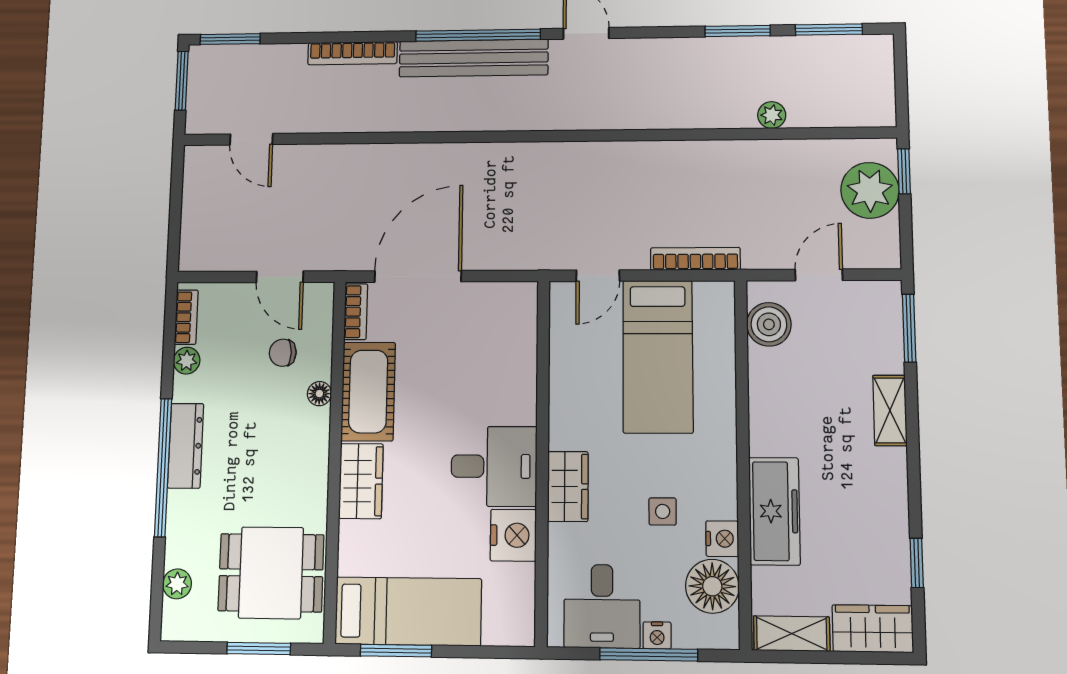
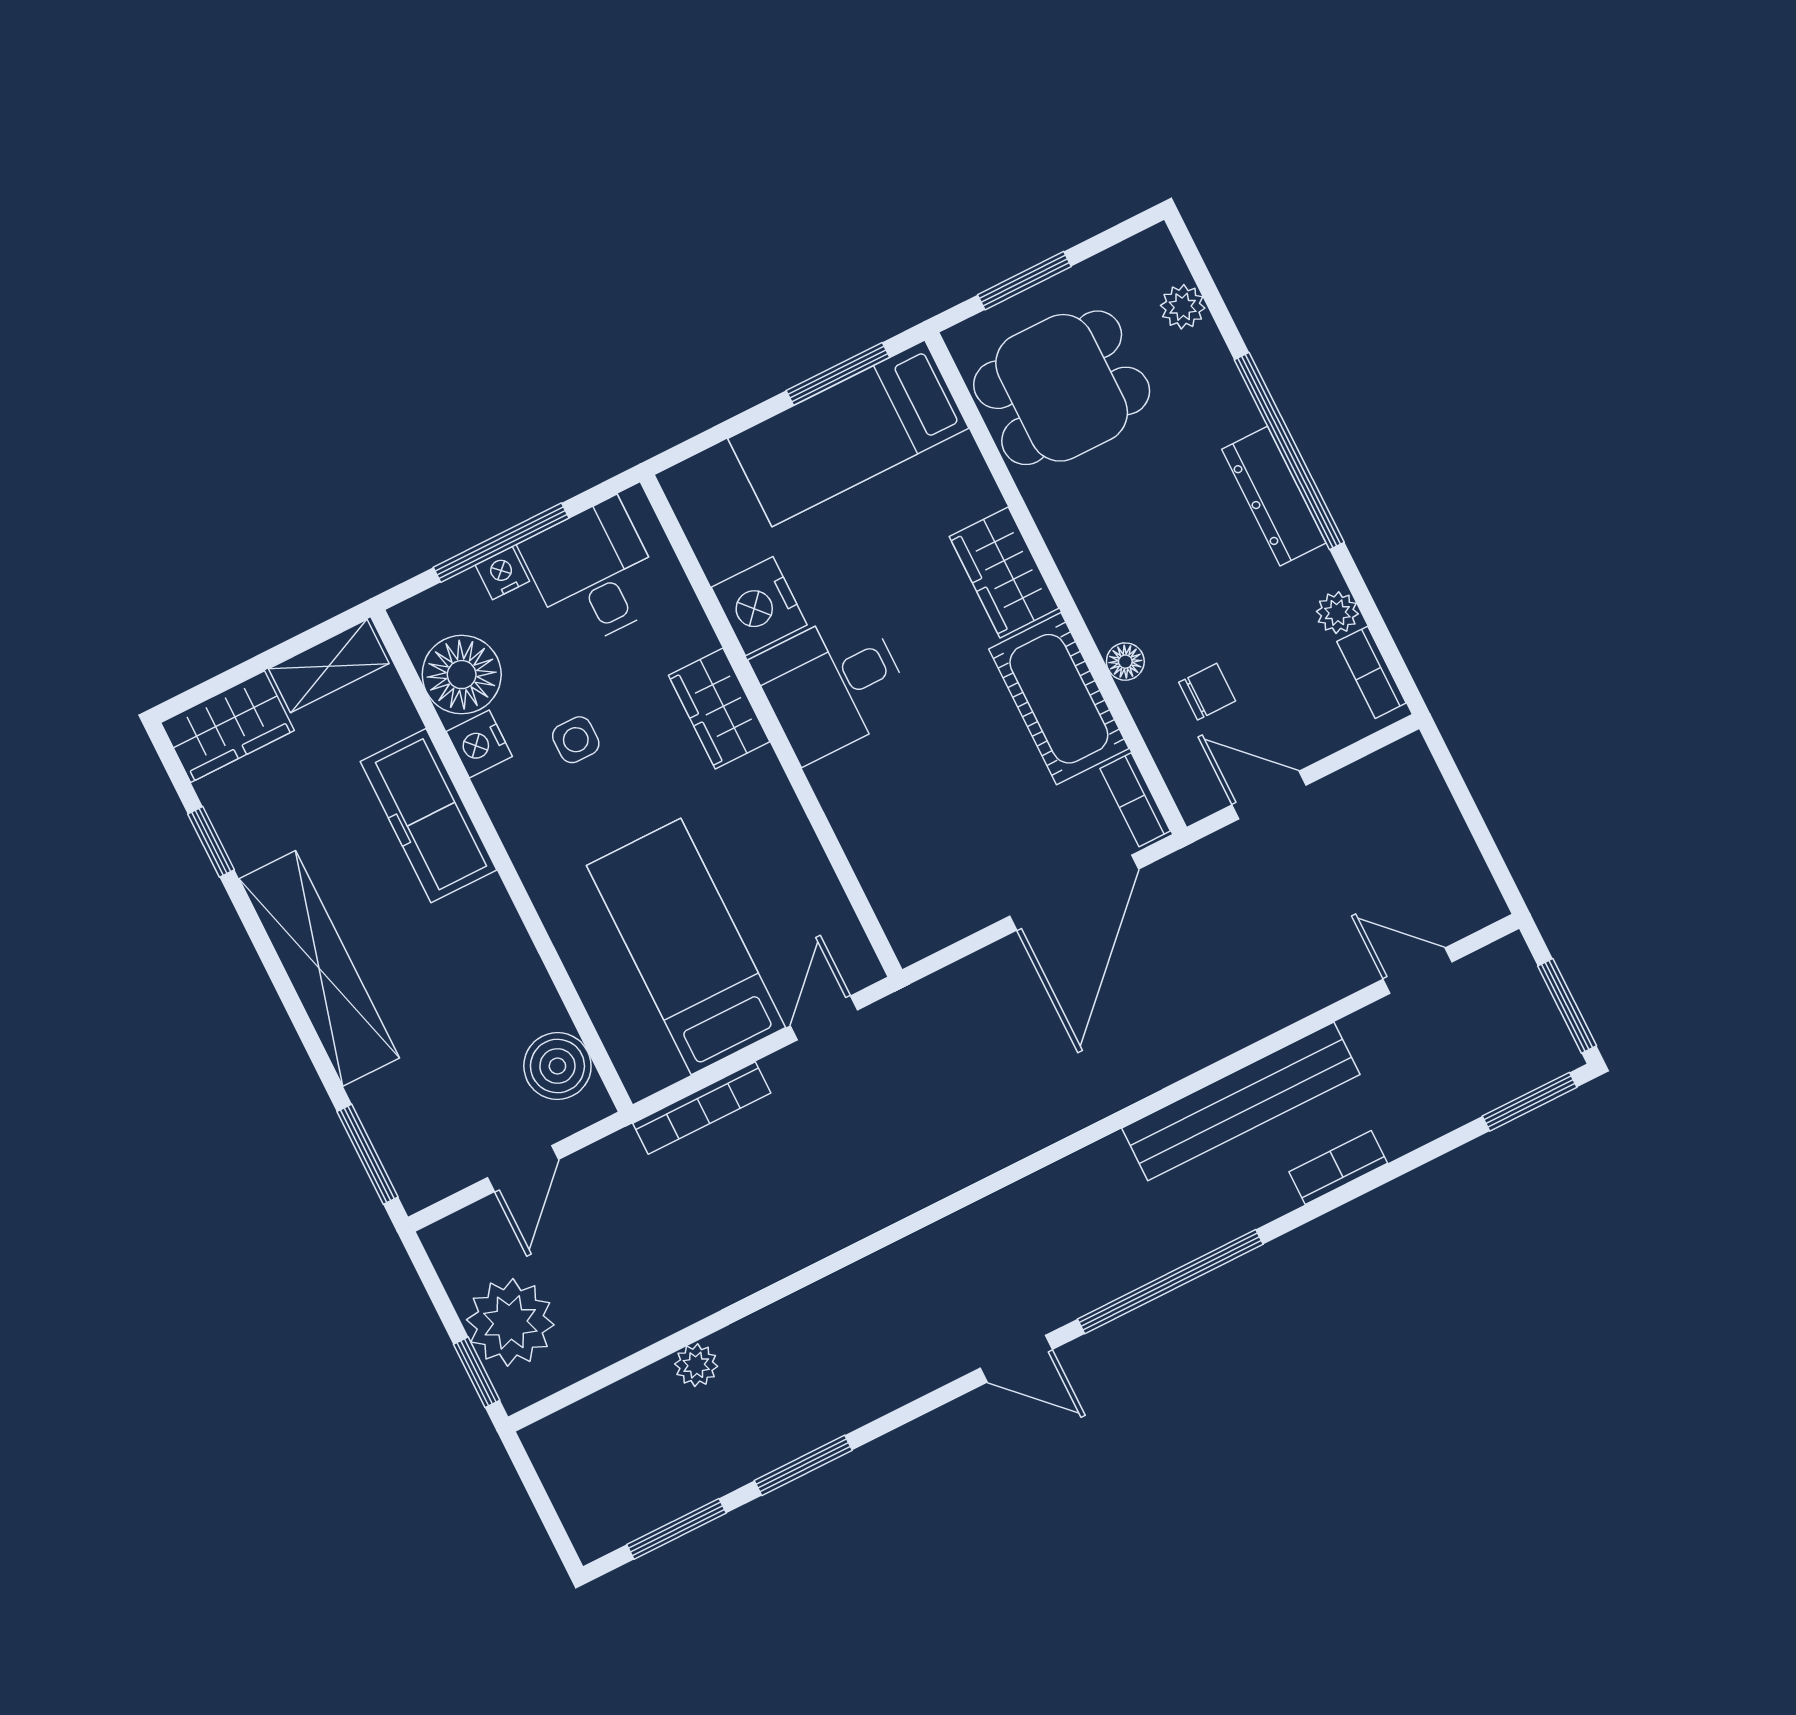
bookcase: (353, 53) -> (1338, 1167), width x0.64
bench: (474, 58) -> (1241, 1101), moved
shelving: (890, 410) -> (319, 968), width x2.20, depth x1.33

